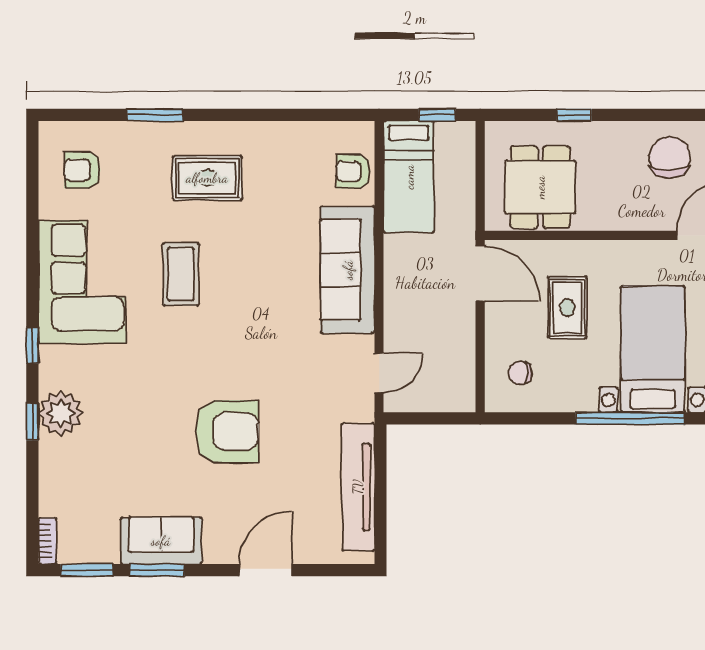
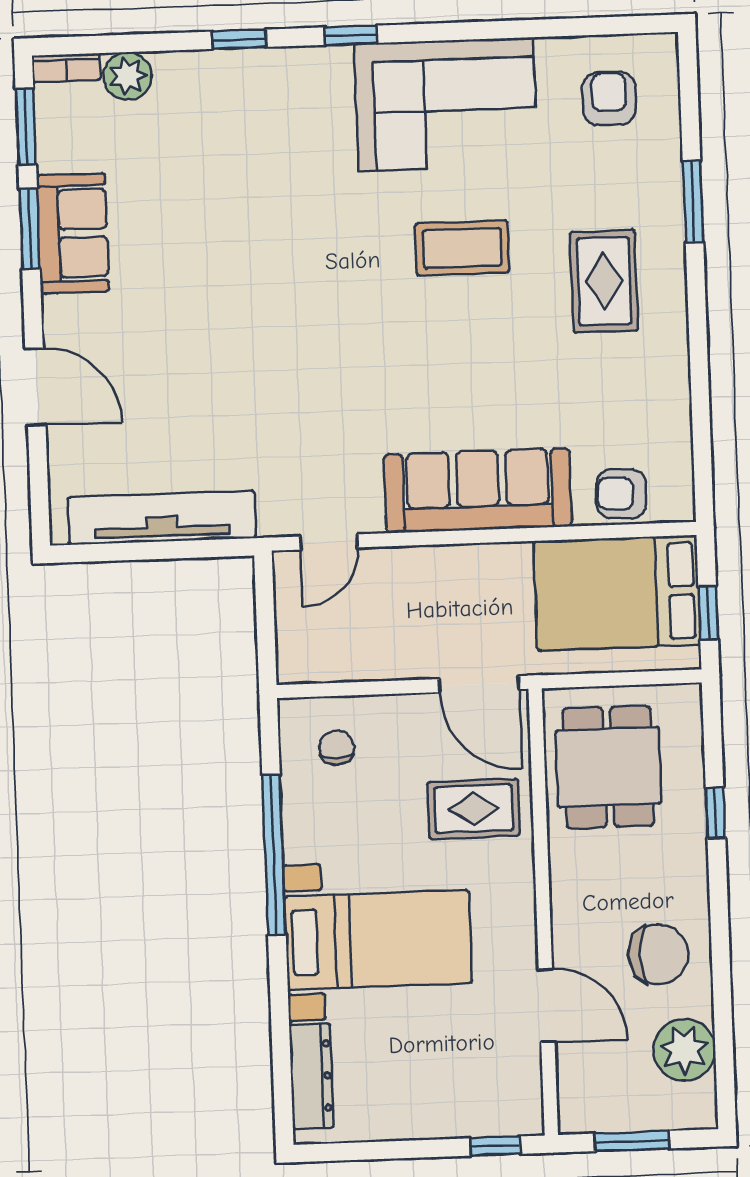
armchair: (353, 171) -> (621, 494), turned -87
bed: (409, 177) -> (617, 593), width x1.50
dining table: (540, 187) -> (608, 767), turned 90
door: (480, 274) -> (479, 684), hinge flipped
rug: (567, 307) -> (474, 809), moved
door: (379, 373) -> (329, 542), hinge flipped
plant: (61, 413) -> (128, 76), moved, width x0.73, depth x0.73
window: (630, 418) -> (274, 855), moved
armchair: (227, 431) -> (236, 323), removed

